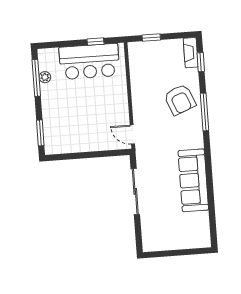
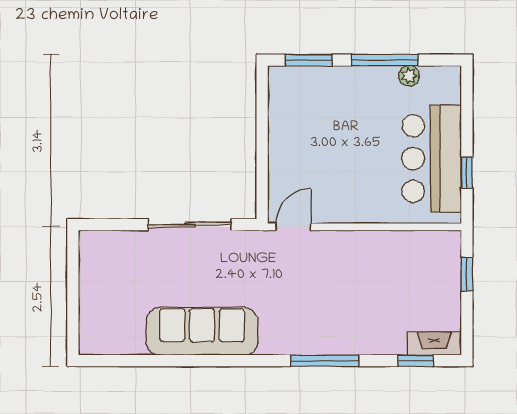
window: (36, 78) -> (385, 60), moved
armchair: (180, 100) -> (350, 318), removed

